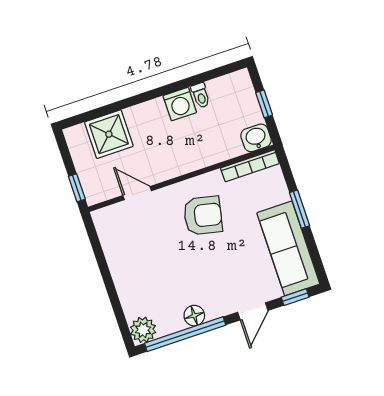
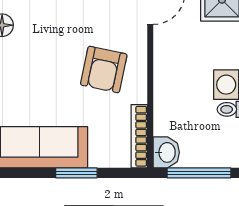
window: (264, 104) -> (199, 173), width x2.17

